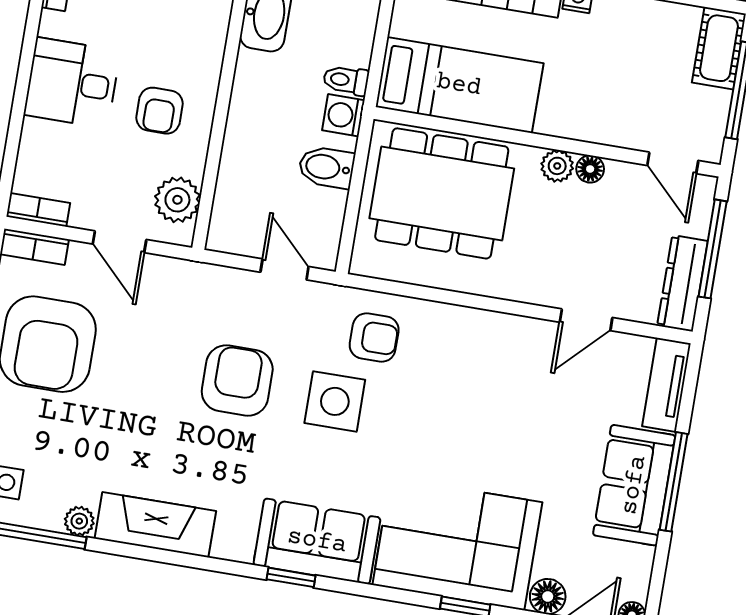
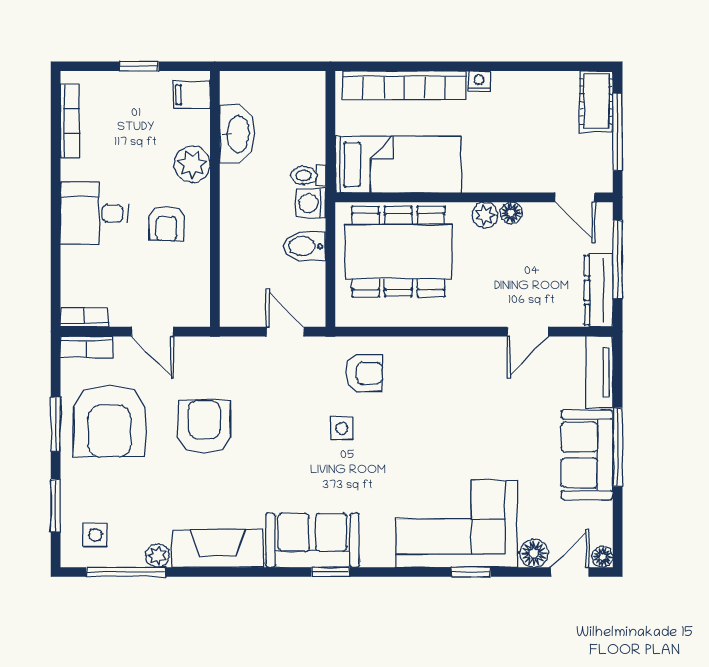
plant: (177, 200) -> (192, 164), moved
armchair: (237, 380) -> (204, 427), moved
side table: (335, 401) -> (342, 428), width x0.54, depth x0.54
sofa: (317, 541) -> (312, 540), moved

